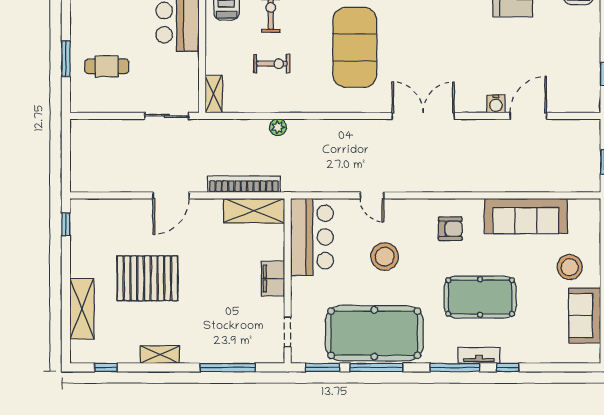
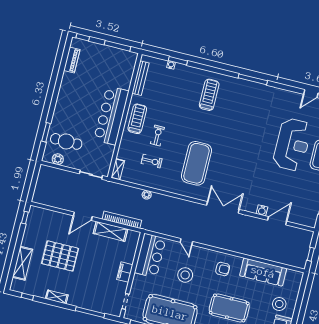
cafe table: (107, 66) -> (66, 141), width x1.37, depth x1.35
plant: (99, 103) -> (58, 159), added
shelving: (254, 211) -> (110, 231), moved

